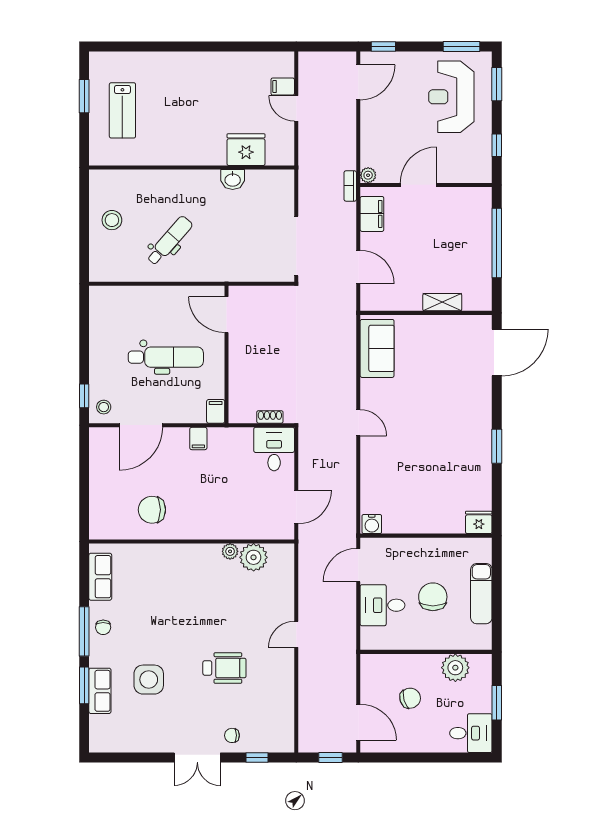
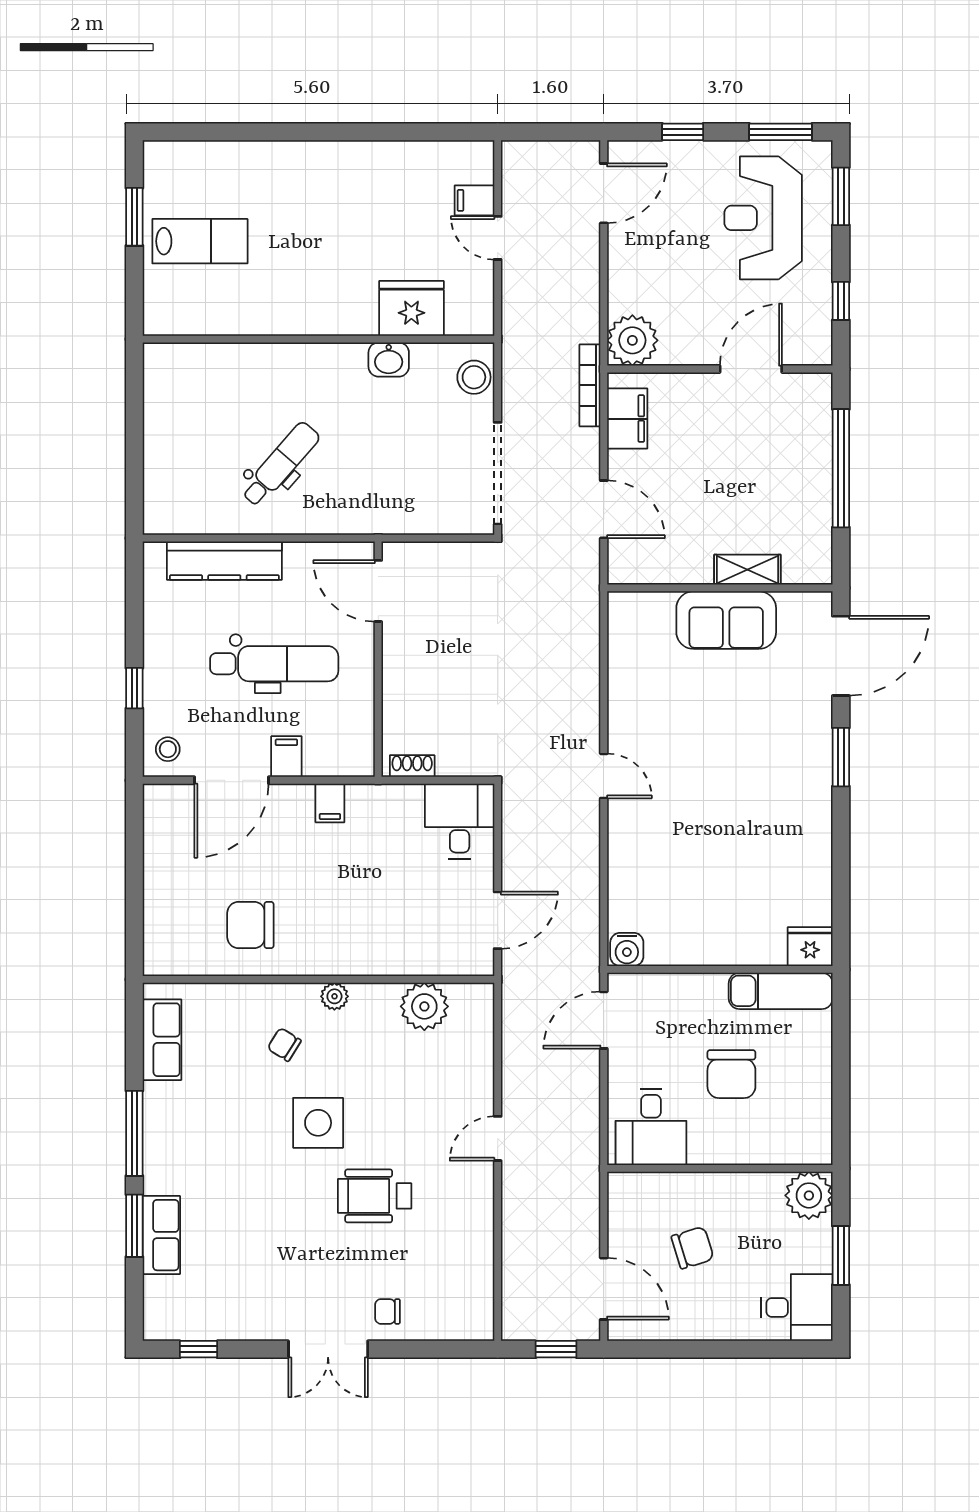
window: (383, 46) -> (683, 132), moved
lab bench: (122, 110) -> (200, 241), turned -90
plant: (368, 175) -> (632, 340), width x1.88, depth x1.88
door: (419, 185) -> (751, 369), moved
bookcase: (350, 186) -> (590, 385), width x1.56
stool: (112, 220) -> (474, 377), moved
kitchen counter: (137, 297) -> (224, 561), added
sofa: (377, 348) -> (726, 620), moved, turned 90
window: (84, 396) -> (134, 688), moved
filing cabinet: (216, 411) -> (286, 757), moved
shoe rack: (270, 417) -> (412, 766), moved
window: (497, 446) -> (841, 757), moved
plant: (230, 551) -> (334, 996), moved
exam couch: (481, 594) -> (781, 991), moved, turned -90
chair: (433, 597) -> (731, 1074), turned 180
desk: (383, 605) -> (651, 1127), moved, turned -90
chair: (103, 627) -> (284, 1044), moved, turned 122
wheelchair: (224, 668) -> (375, 1196), turned 180
plant: (455, 668) -> (809, 1195), moved
side table: (149, 680) -> (318, 1123), moved
window: (257, 757) -> (199, 1349), moved

